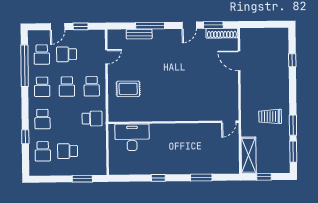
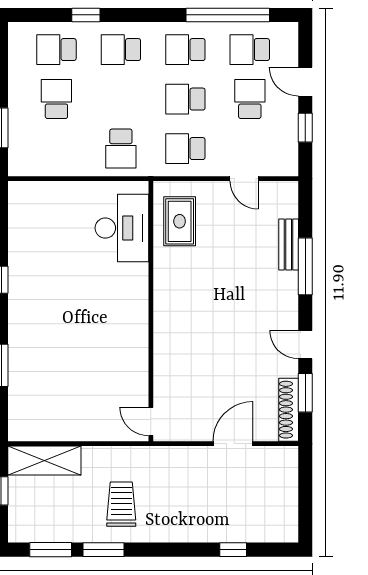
wall: (173, 122) -> (151, 311), moved
door: (229, 122) -> (151, 422), moved
desk: (132, 137) -> (122, 228), moved

